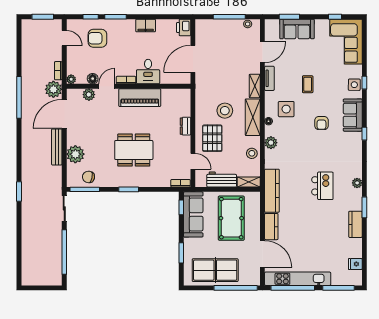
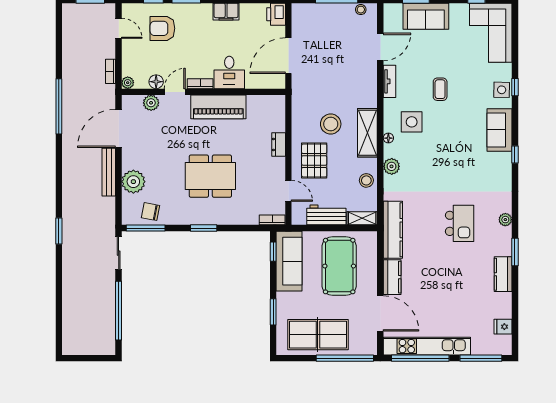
shelving: (255, 86) -> (370, 91), removed
plant: (53, 89) -> (104, 96), removed
armchair: (321, 123) -> (458, 140), removed

